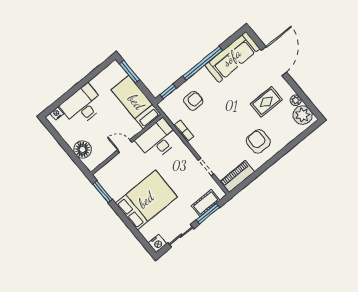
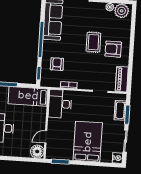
rug: (266, 102) -> (93, 42), moved
door: (125, 146) -> (46, 137), moved
floor lamp: (83, 149) -> (37, 152), moved

